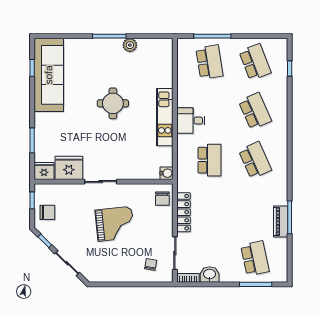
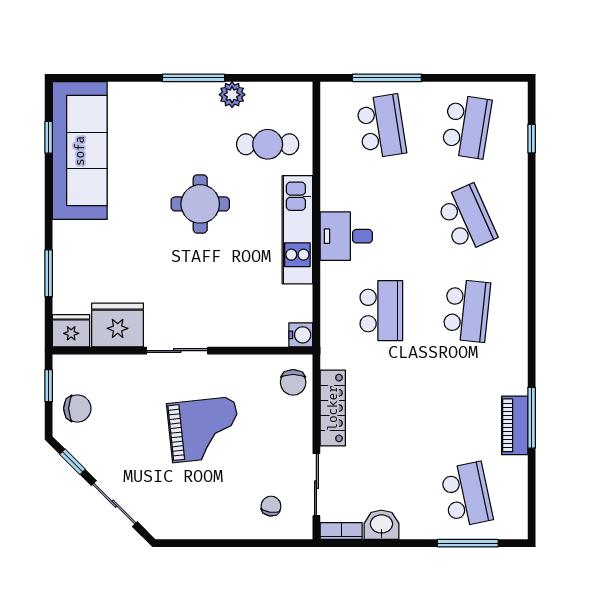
school desk: (255, 62) -> (467, 126), turned 30
cafe table: (149, 72) -> (268, 144), added
school desk: (255, 160) -> (467, 311), turned 30

